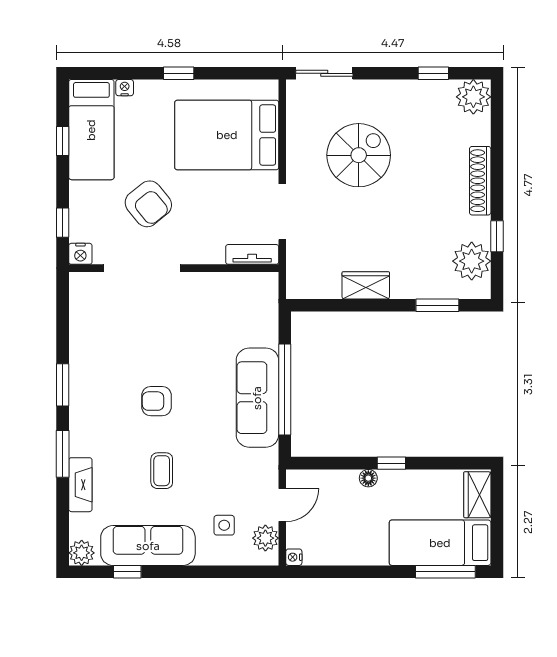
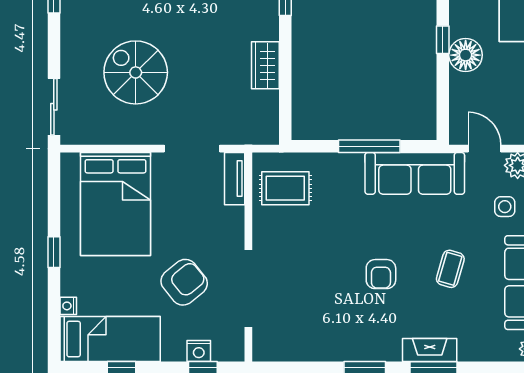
nightstand: (80, 254) -> (199, 351), moved, turned 90
rug: (243, 305) -> (285, 188), added
window: (285, 389) -> (369, 146), width x0.68
sofa: (257, 398) -> (415, 173), moved
coffee table: (162, 471) -> (450, 269), turned -74
floor lamp: (368, 478) -> (466, 55), width x1.89, depth x1.89
fireplace: (80, 485) -> (430, 350), moved

